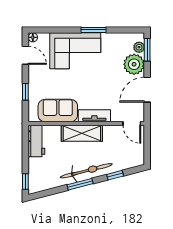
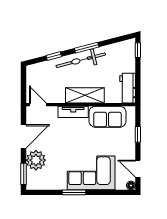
plant: (139, 47) -> (31, 176), removed

